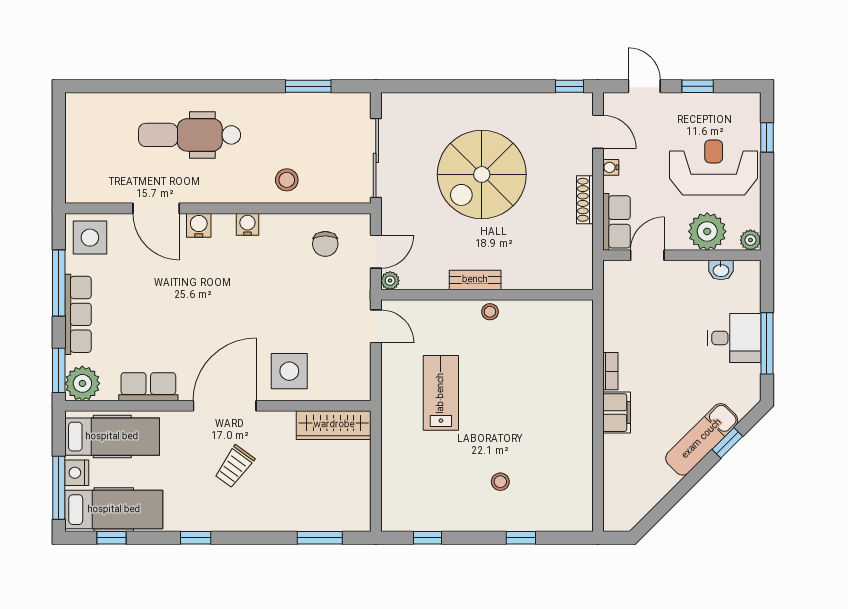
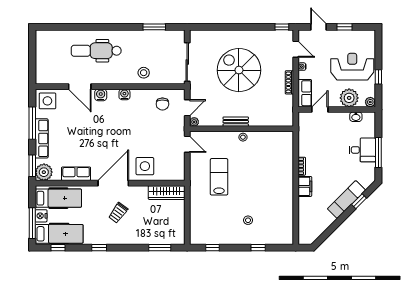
window: (767, 137) -> (378, 77), moved
spiral stairs: (482, 174) -> (239, 70), turned 90

